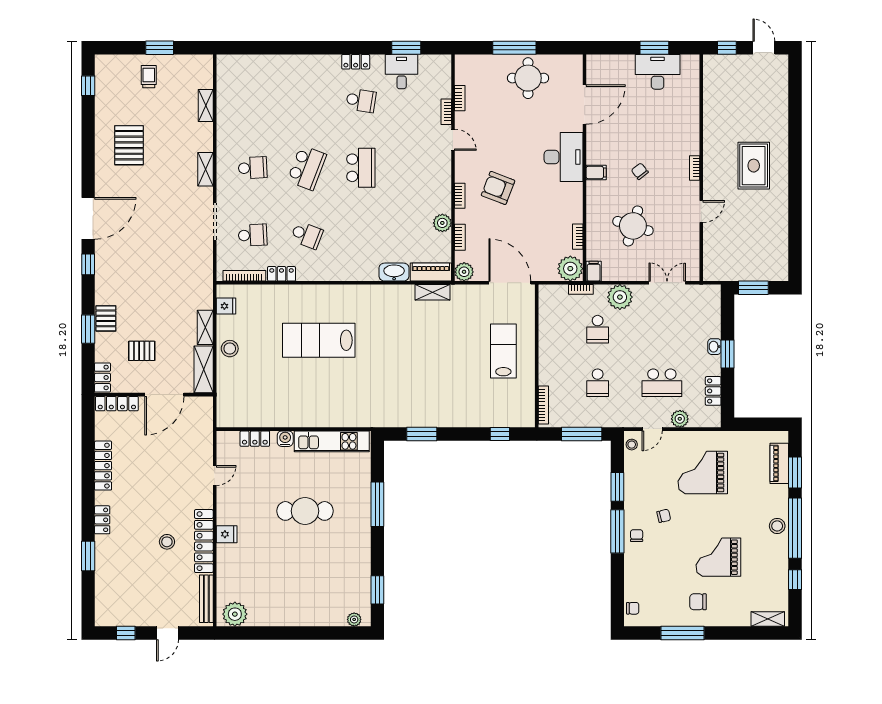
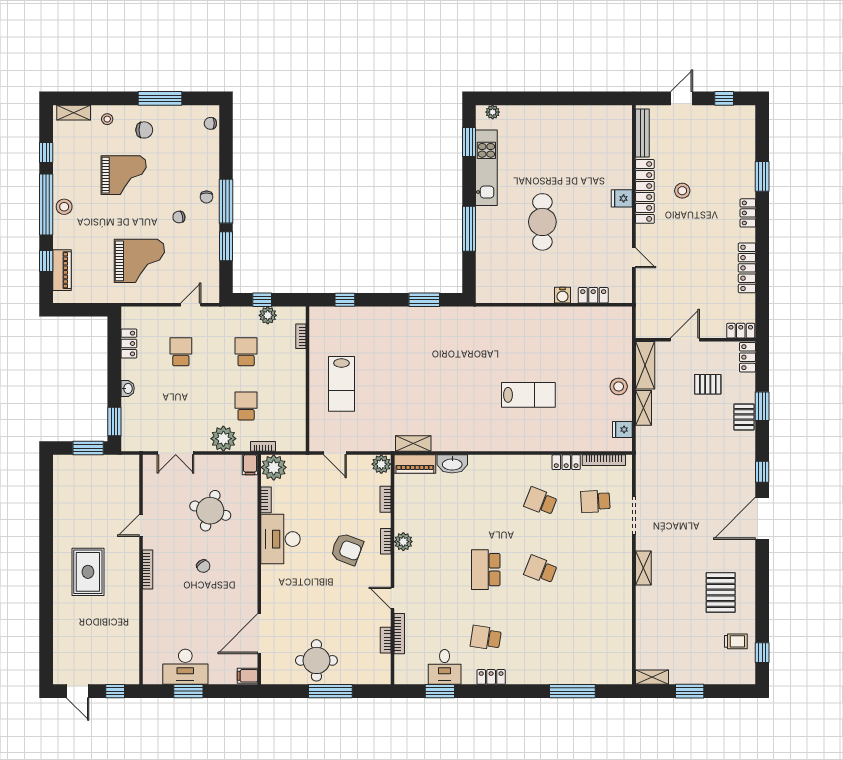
window: (275, 48) -> (572, 691), added
trolley: (149, 77) -> (736, 641), moved, turned -90
shelving: (206, 105) -> (652, 677), moved, turned 90
bookcase: (446, 112) -> (399, 634), width x1.56
desk: (564, 157) -> (280, 539), moved
school desk: (253, 168) -> (595, 570), removed
school desk: (307, 168) -> (541, 570), width x0.54
bookcase: (695, 168) -> (148, 569), width x1.56
filing cabinet: (596, 173) -> (247, 676), moved
plant: (442, 223) -> (403, 542), moved
door: (510, 283) -> (335, 453), width x0.53
lab bench: (319, 340) -> (528, 395), width x0.73, depth x0.72
window: (728, 354) -> (114, 422), moved
school desk: (662, 383) -> (181, 352), width x0.54
door: (164, 395) -> (685, 340), width x0.73
locker: (117, 404) -> (741, 331), width x0.66
bookcase: (543, 405) -> (301, 336), width x0.64
plant: (680, 419) -> (268, 315), moved
window: (582, 434) -> (262, 300), width x0.46
kitchen unit: (332, 441) -> (486, 168), moved, turned 90
stool: (632, 445) -> (107, 119), moved
window: (795, 472) -> (46, 261), width x0.67
door: (215, 475) -> (634, 258), swing flipped
cafe table: (305, 511) -> (542, 222), turned 90
plant: (235, 614) -> (613, 117), removed

